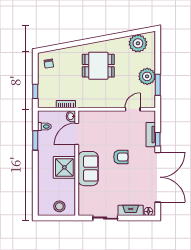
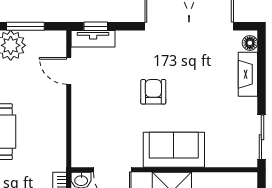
tv unit: (151, 135) -> (93, 39), moved
window: (158, 139) -> (96, 26), moved
sliding door: (105, 218) -> (261, 137), moved

